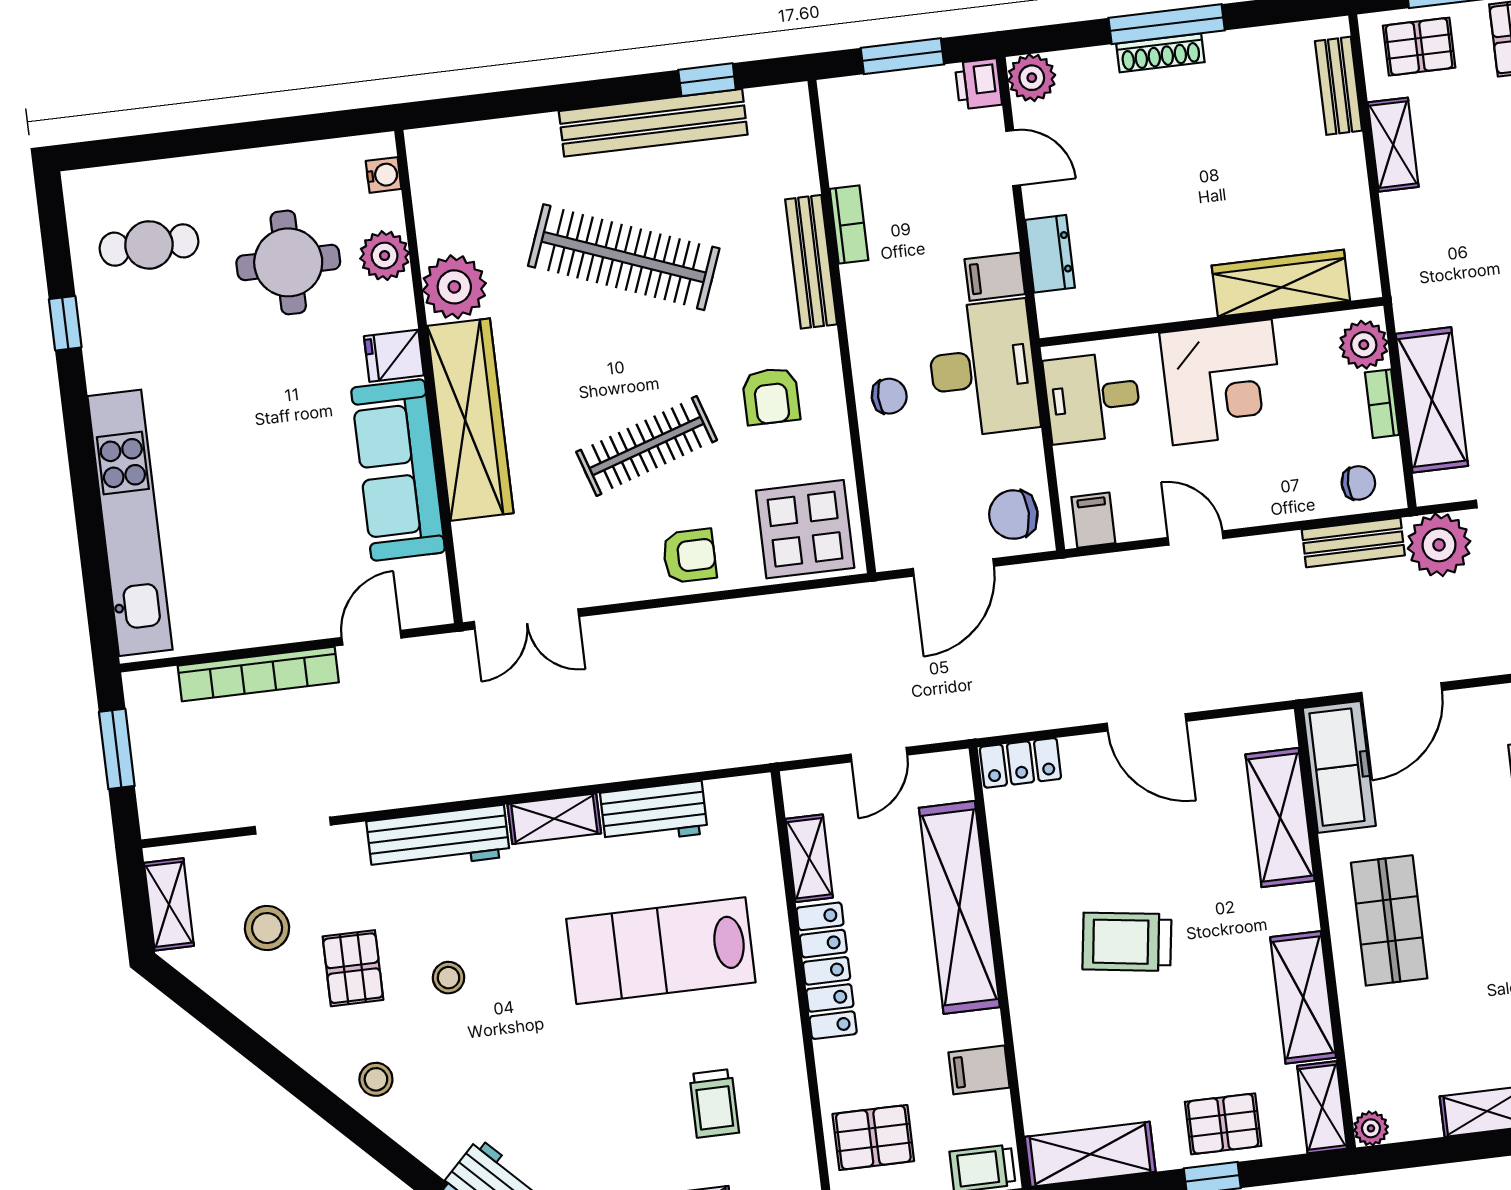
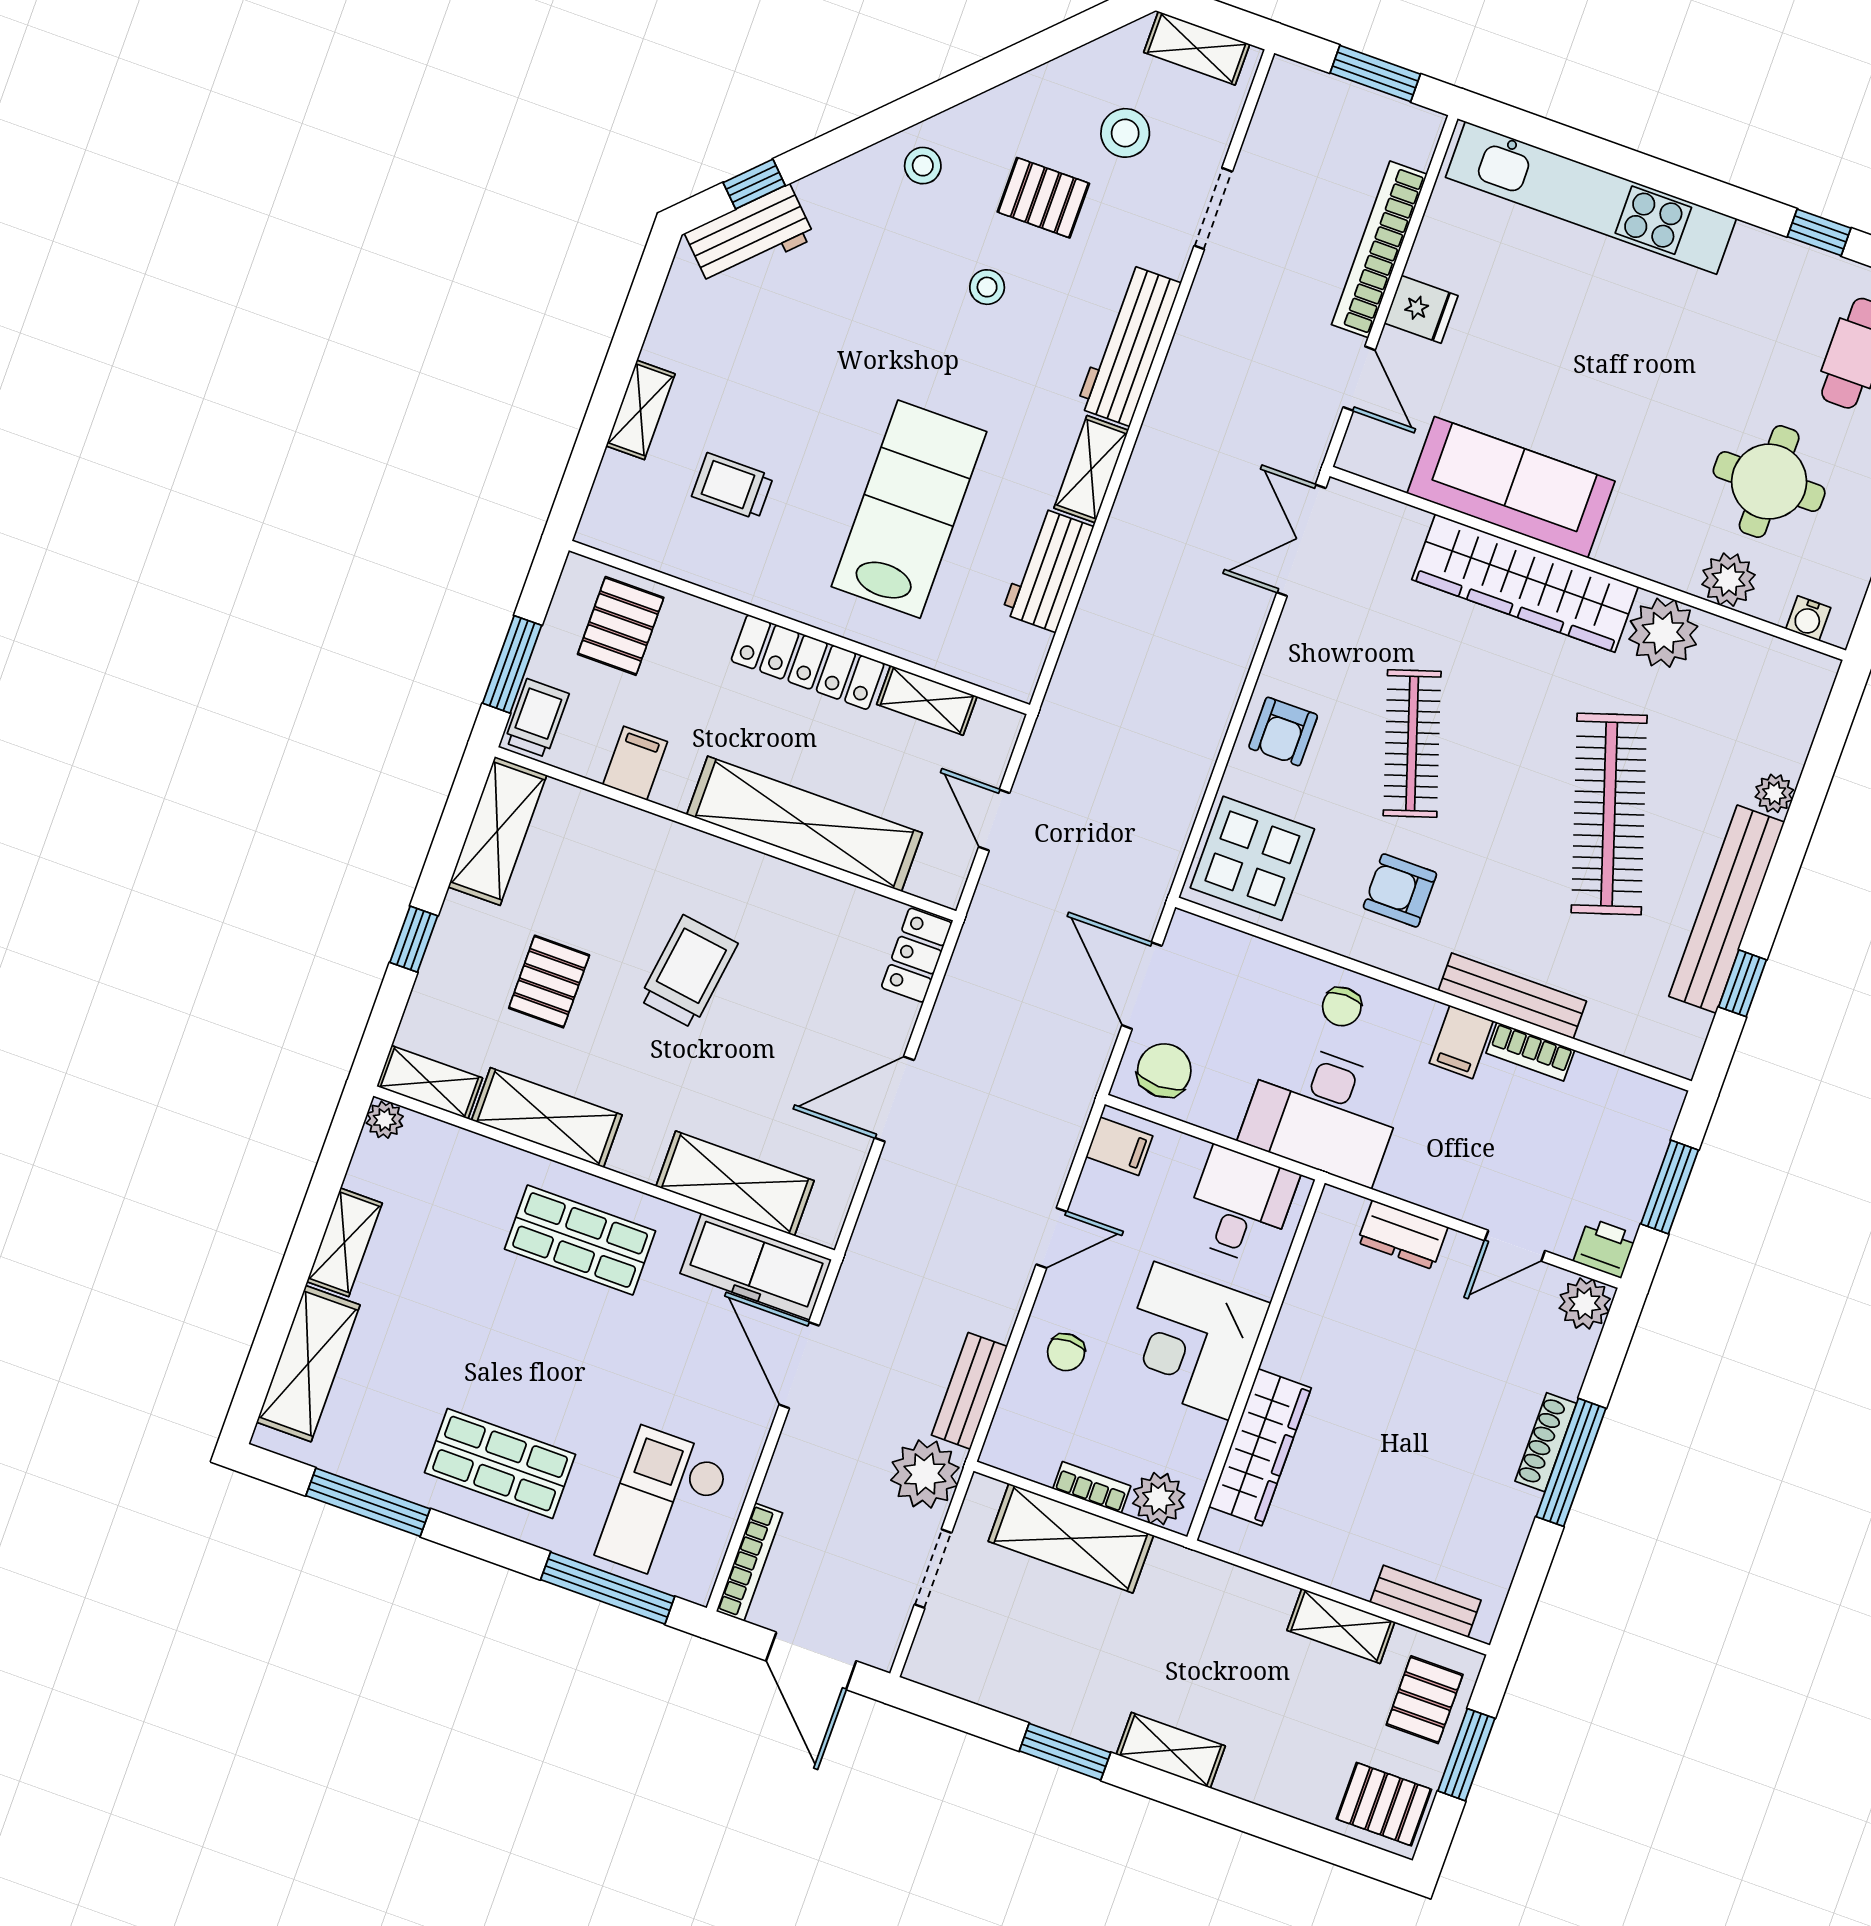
plant: (540, 131) -> (1774, 793), added
clothes rail: (624, 257) -> (1609, 814), turned -39
filing cabinet: (995, 277) -> (1461, 1042), moved, turned 180
fridge: (394, 356) -> (1421, 309), moved, turned 90
chair: (1358, 483) -> (1066, 1352), moved
pallet: (1223, 1124) -> (549, 982), moved

